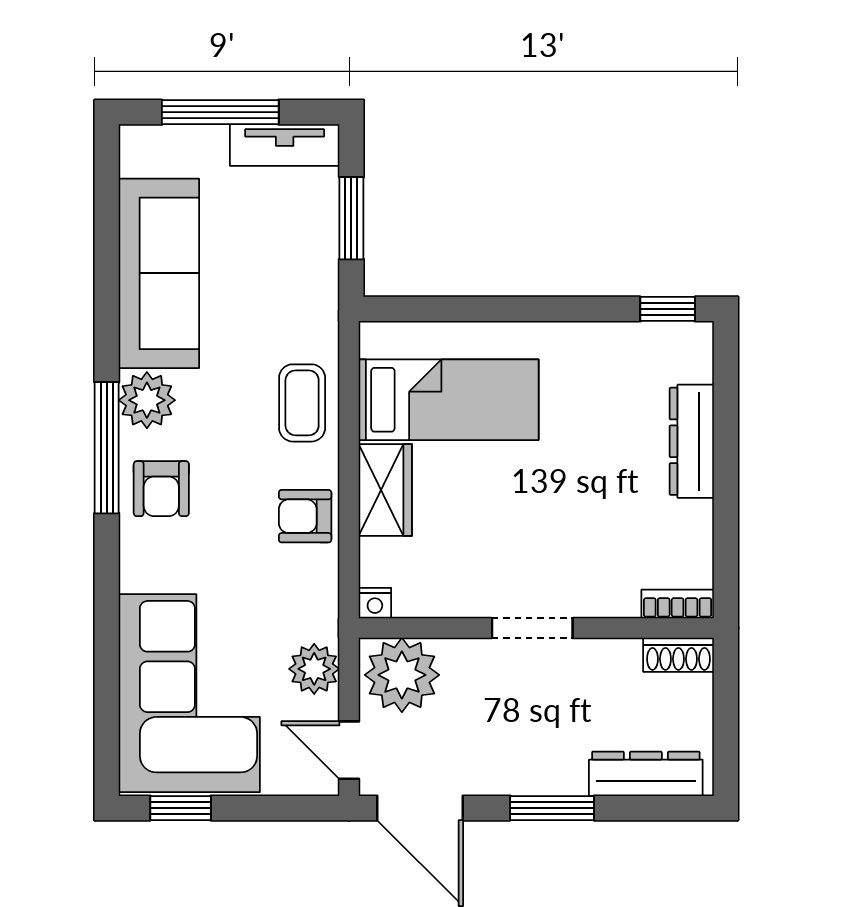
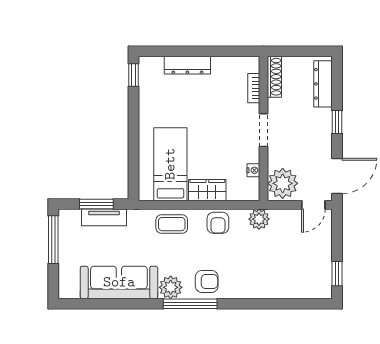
window: (220, 112) -> (53, 240), moved
tv unit: (285, 145) -> (104, 217), moved, turned 90
nightstand: (375, 603) -> (253, 170), moved
bookcase: (678, 604) -> (254, 88), moved
shoe rack: (678, 655) -> (274, 77), width x1.43
plant: (314, 669) -> (259, 219), moved
corner sofa: (189, 693) -> (290, 270), removed
window: (552, 808) -> (337, 122), width x0.67

